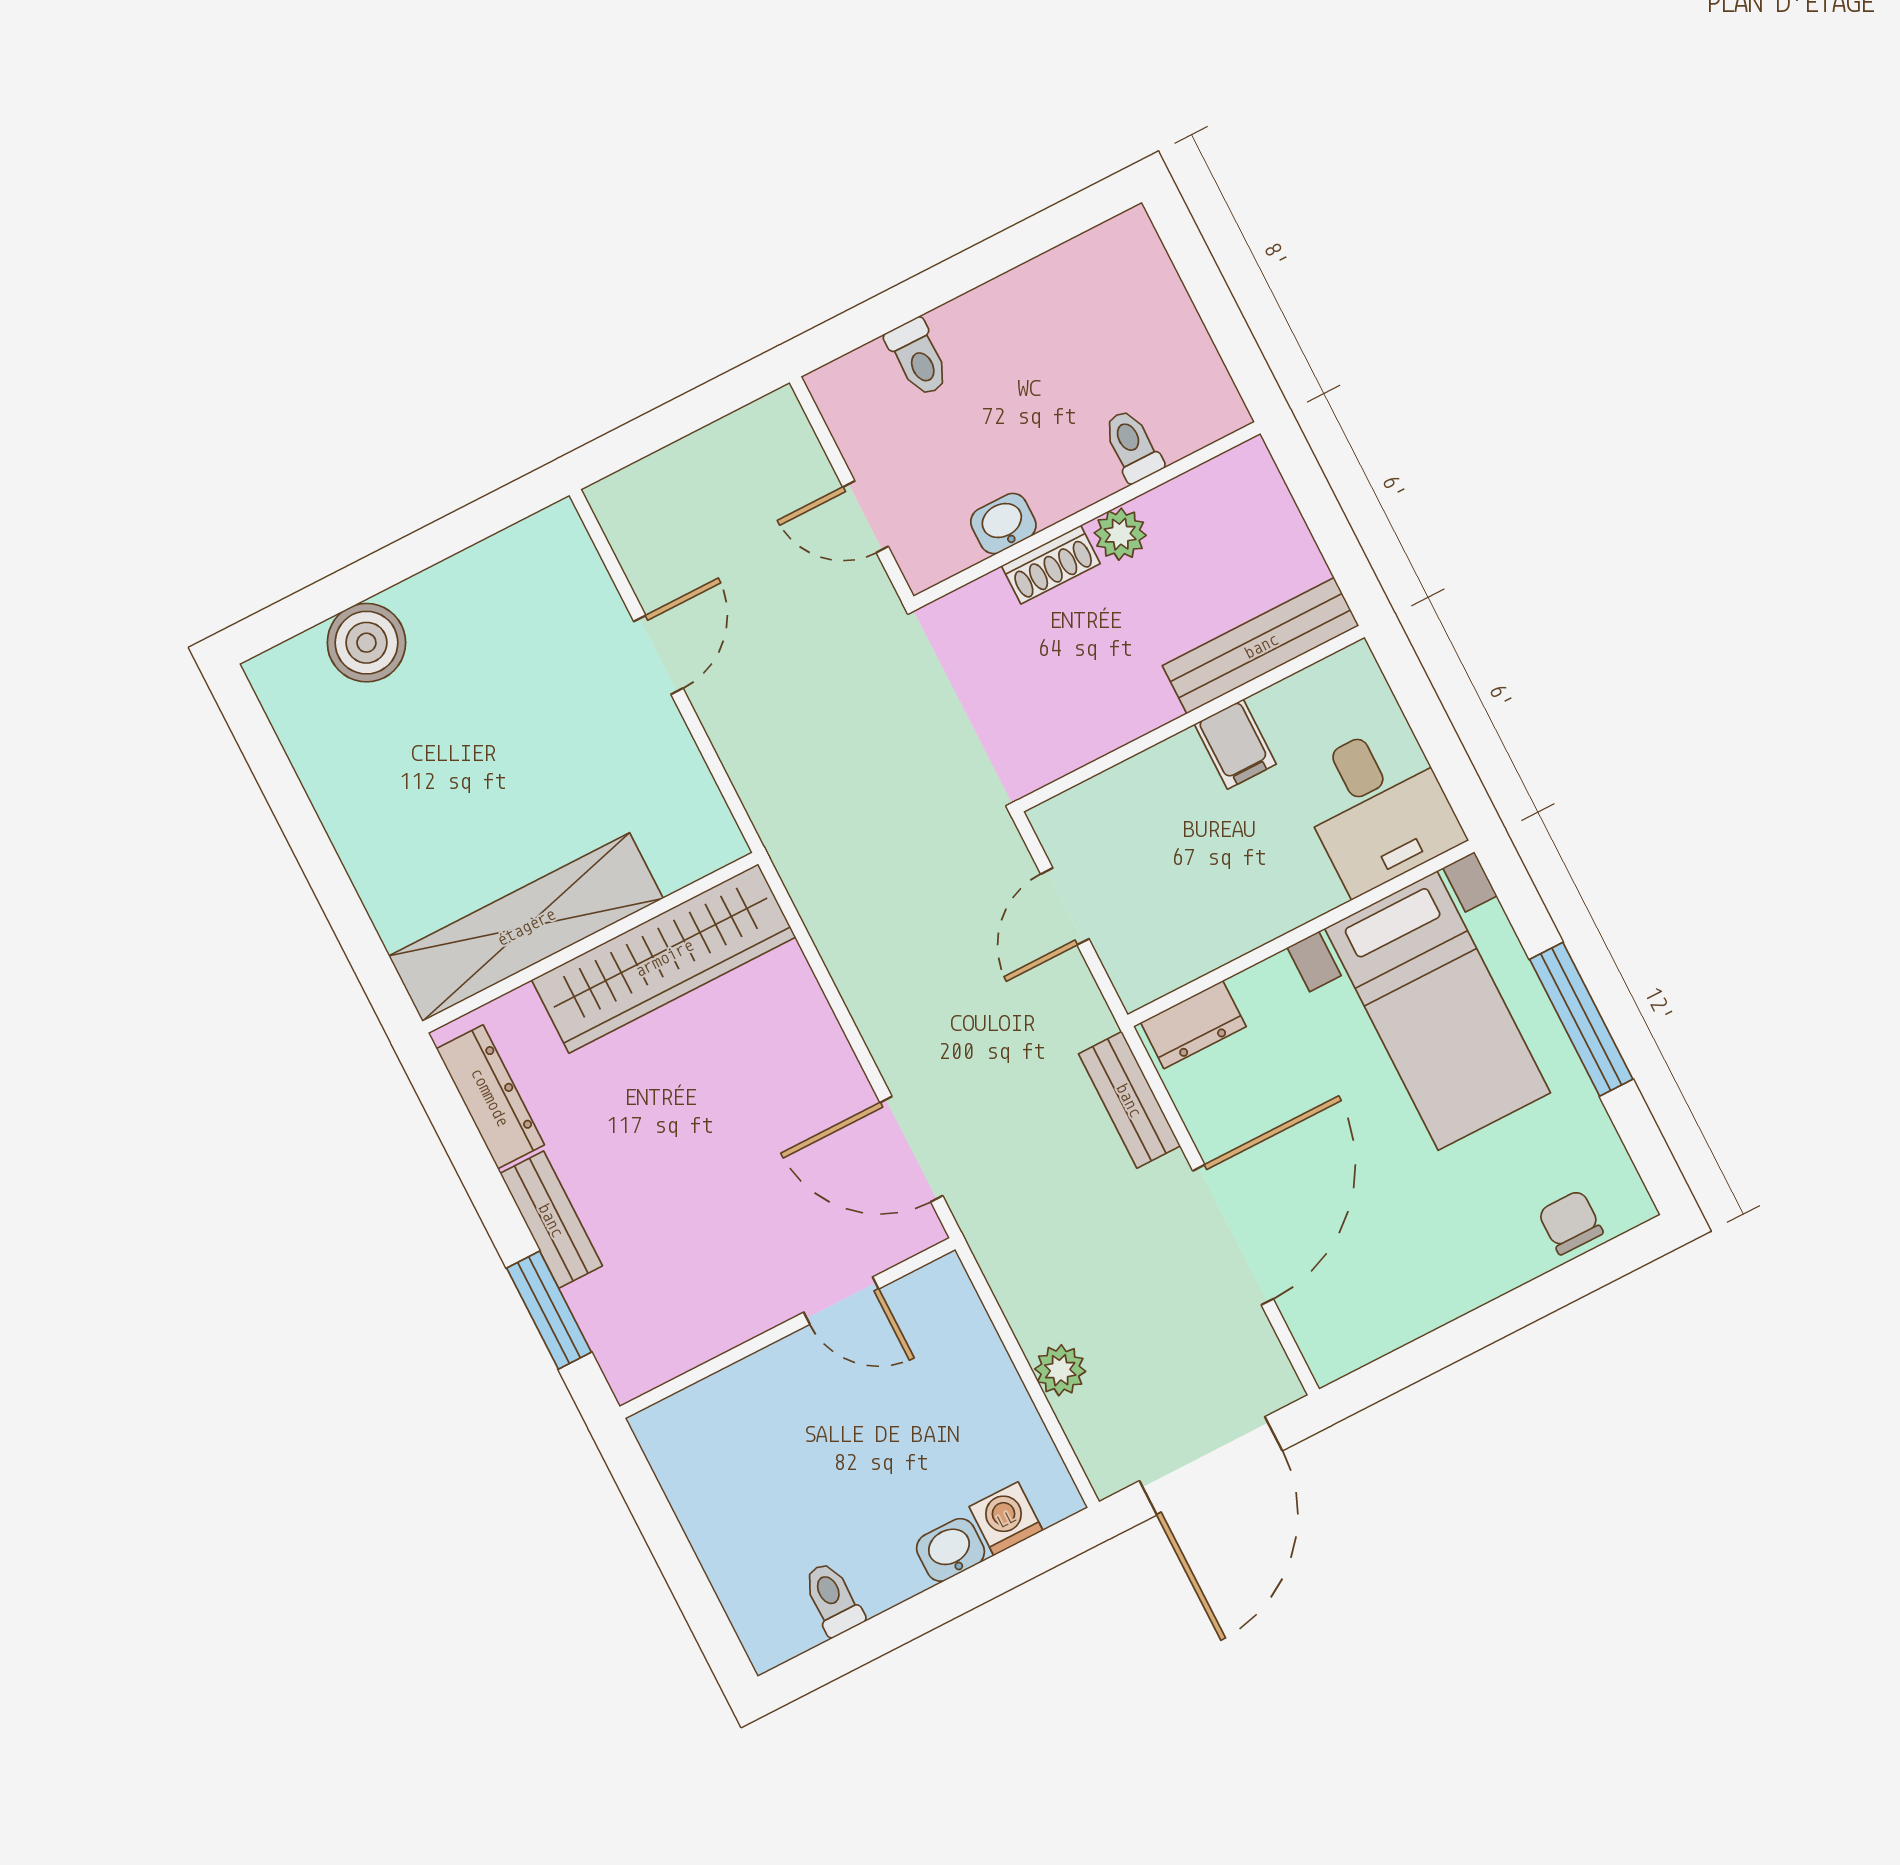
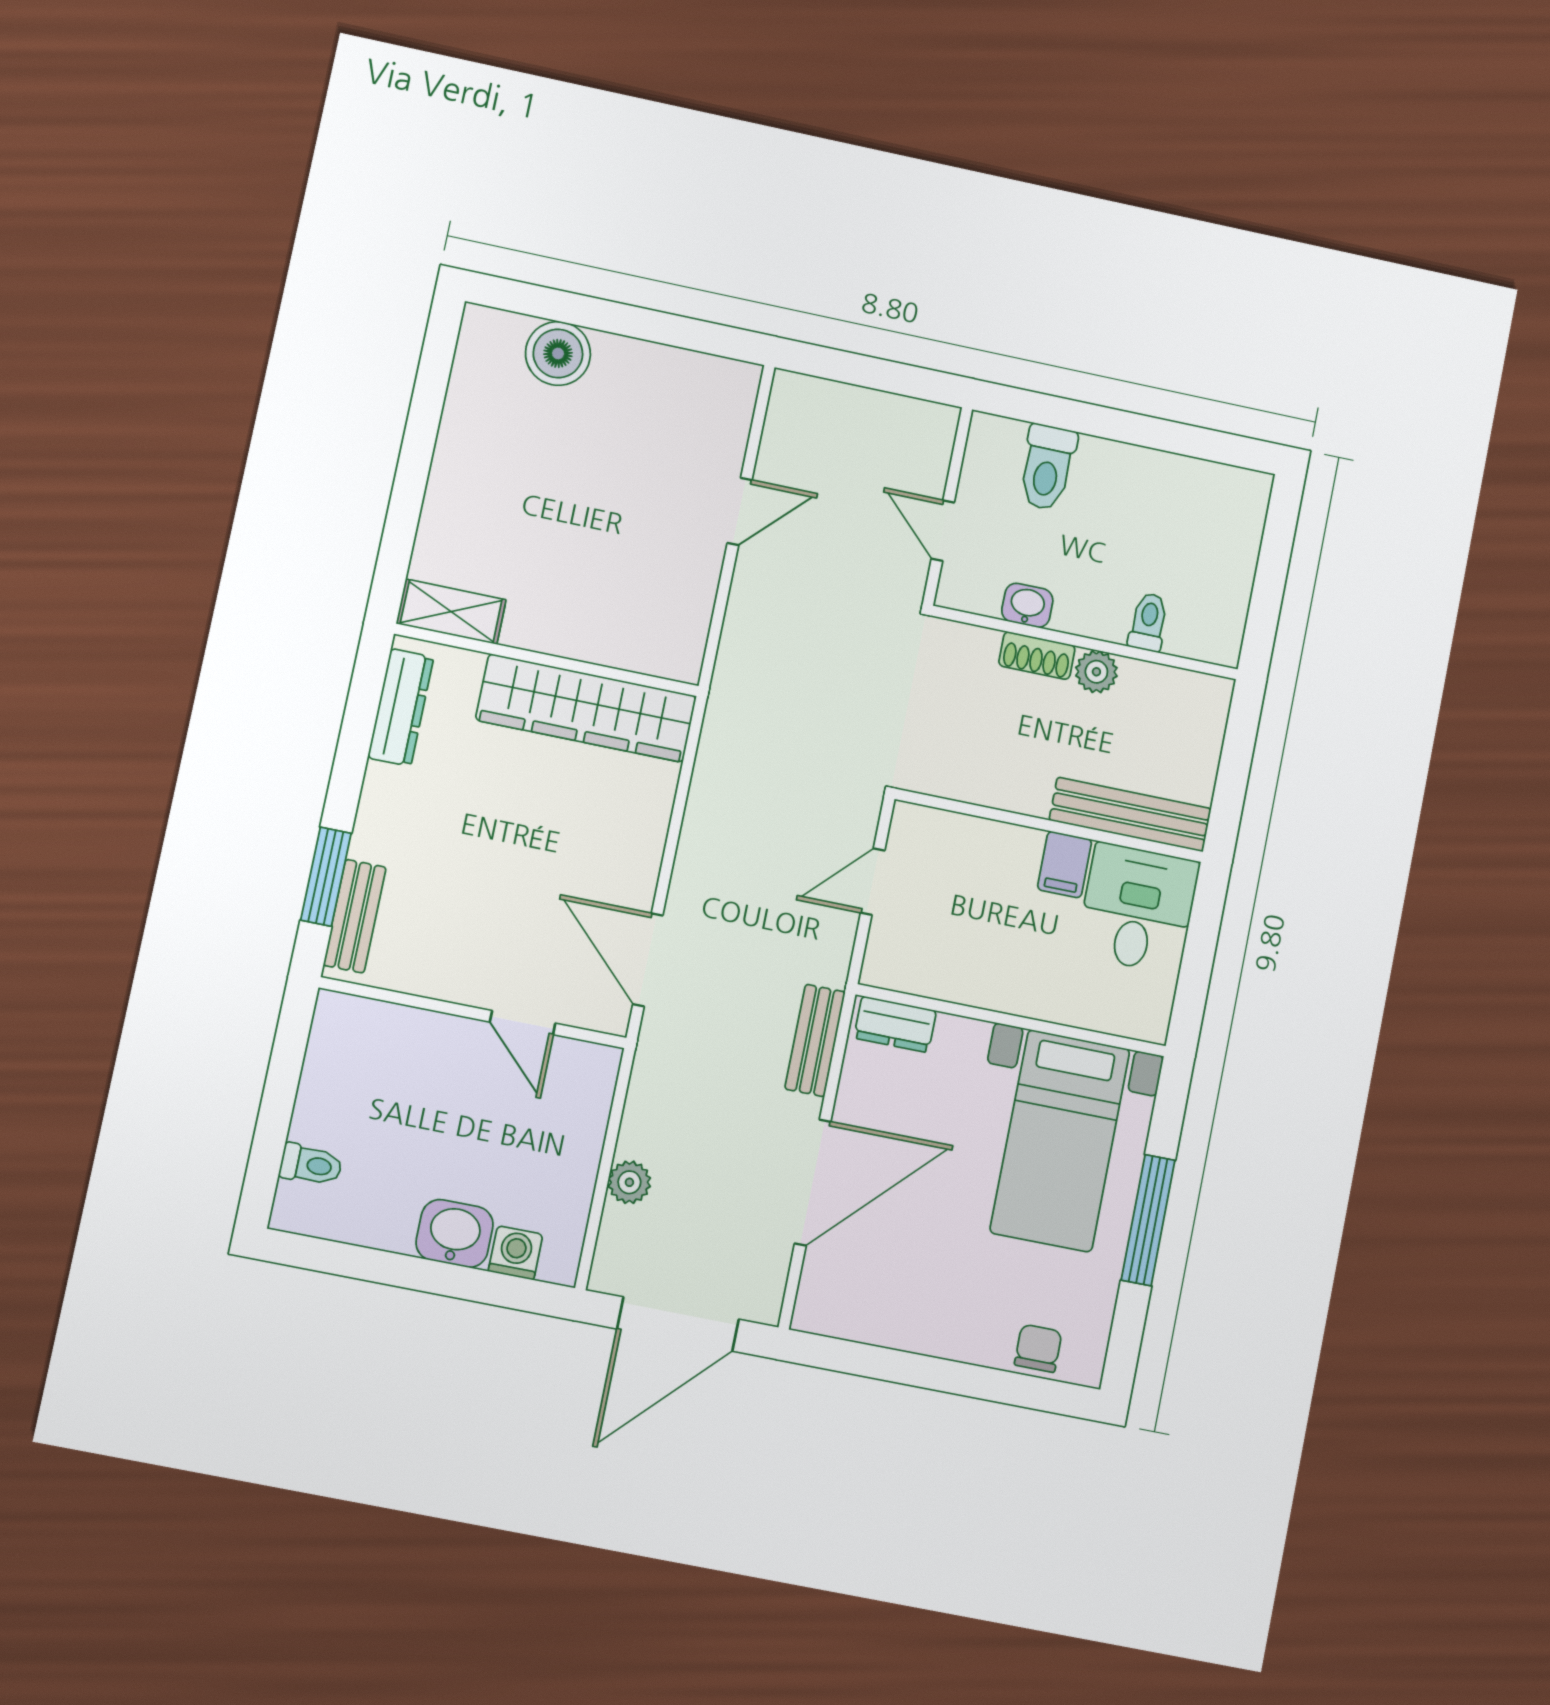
toilet: (918, 358) -> (1047, 467), width x1.37, depth x1.39
desk: (1378, 807) -> (1138, 908), moved, turned 180
shelving: (526, 927) -> (451, 612), width x0.45, depth x0.75
bench: (551, 1220) -> (355, 916), moved
washbasin: (951, 1550) -> (455, 1234), width x1.38, depth x1.45
toilet: (833, 1599) -> (311, 1165), moved, turned 90

